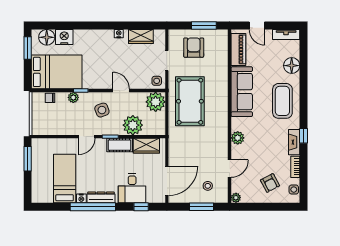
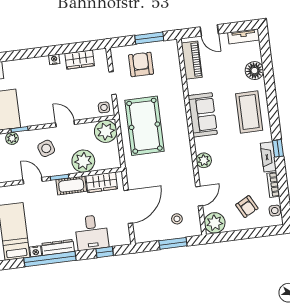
sofa: (242, 92) -> (203, 115), width x0.73
door: (87, 137) -> (33, 181), swing flipped
door: (167, 181) -> (128, 207), moved
plant: (236, 198) -> (215, 223), width x1.88, depth x1.88

